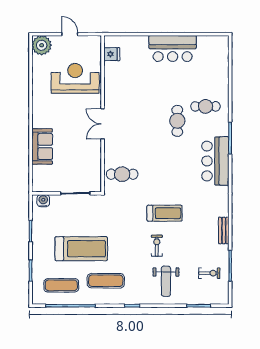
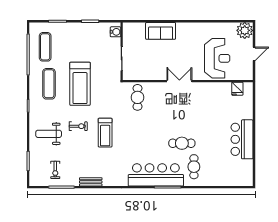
bar counter: (215, 161) -> (156, 175), width x1.36
treadmill: (81, 249) -> (80, 84), moved

